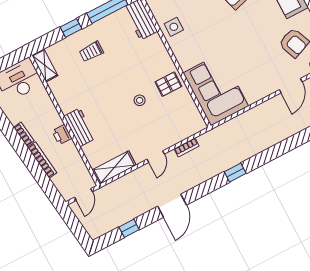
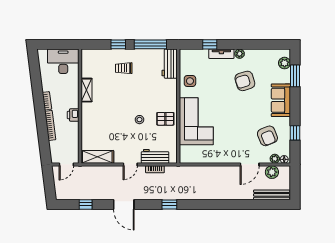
shelving: (45, 65) -> (86, 90), moved
corner sofa: (216, 89) -> (196, 121), moved
workbench: (80, 127) -> (155, 156), moved, turned -90
window: (235, 173) -> (169, 204), moved
door: (172, 206) -> (124, 204), hinge flipped

